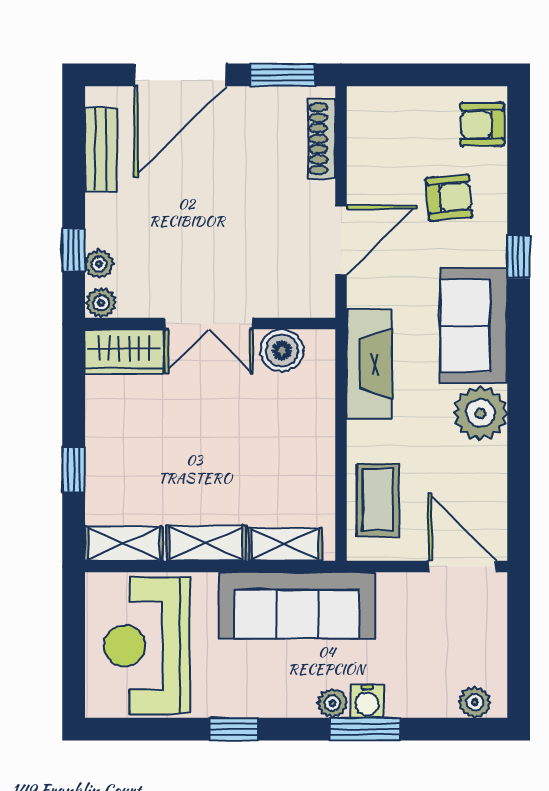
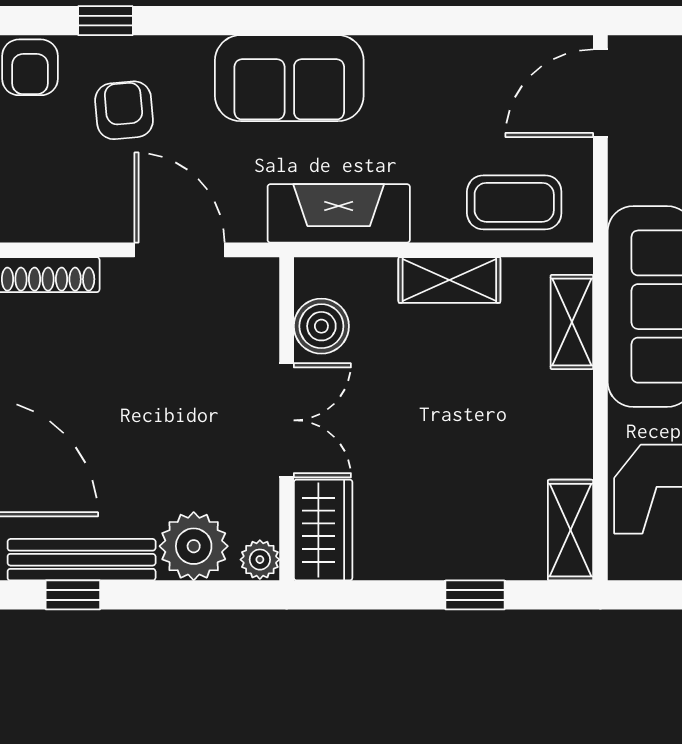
bench: (101, 149) -> (82, 560), width x1.36
window: (74, 250) -> (73, 595), moved
window: (519, 257) -> (105, 21), moved
plant: (99, 264) -> (194, 546), width x1.87, depth x1.87
plant: (480, 413) -> (402, 70), removed
shelving: (206, 543) -> (449, 280), moved, turned 90

